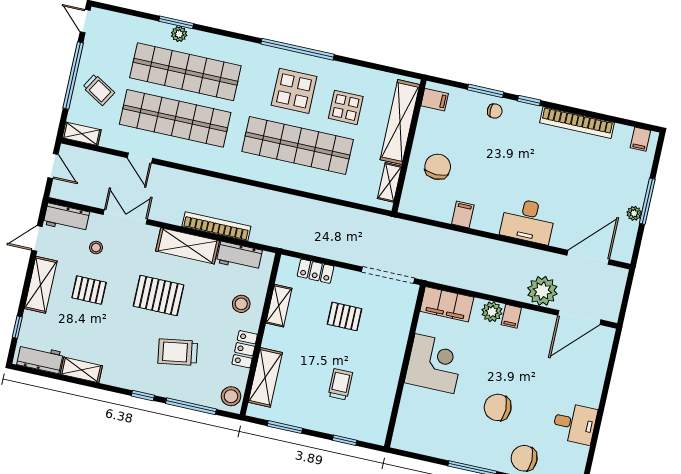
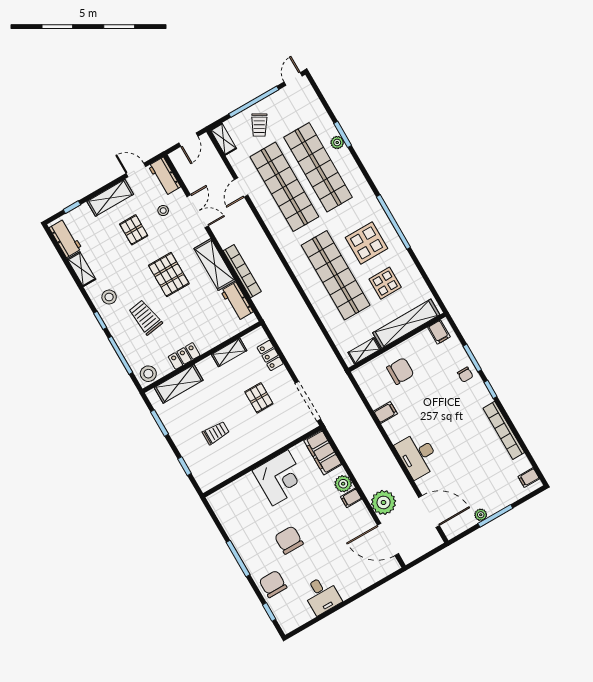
stool: (241, 304) -> (109, 297), moved

